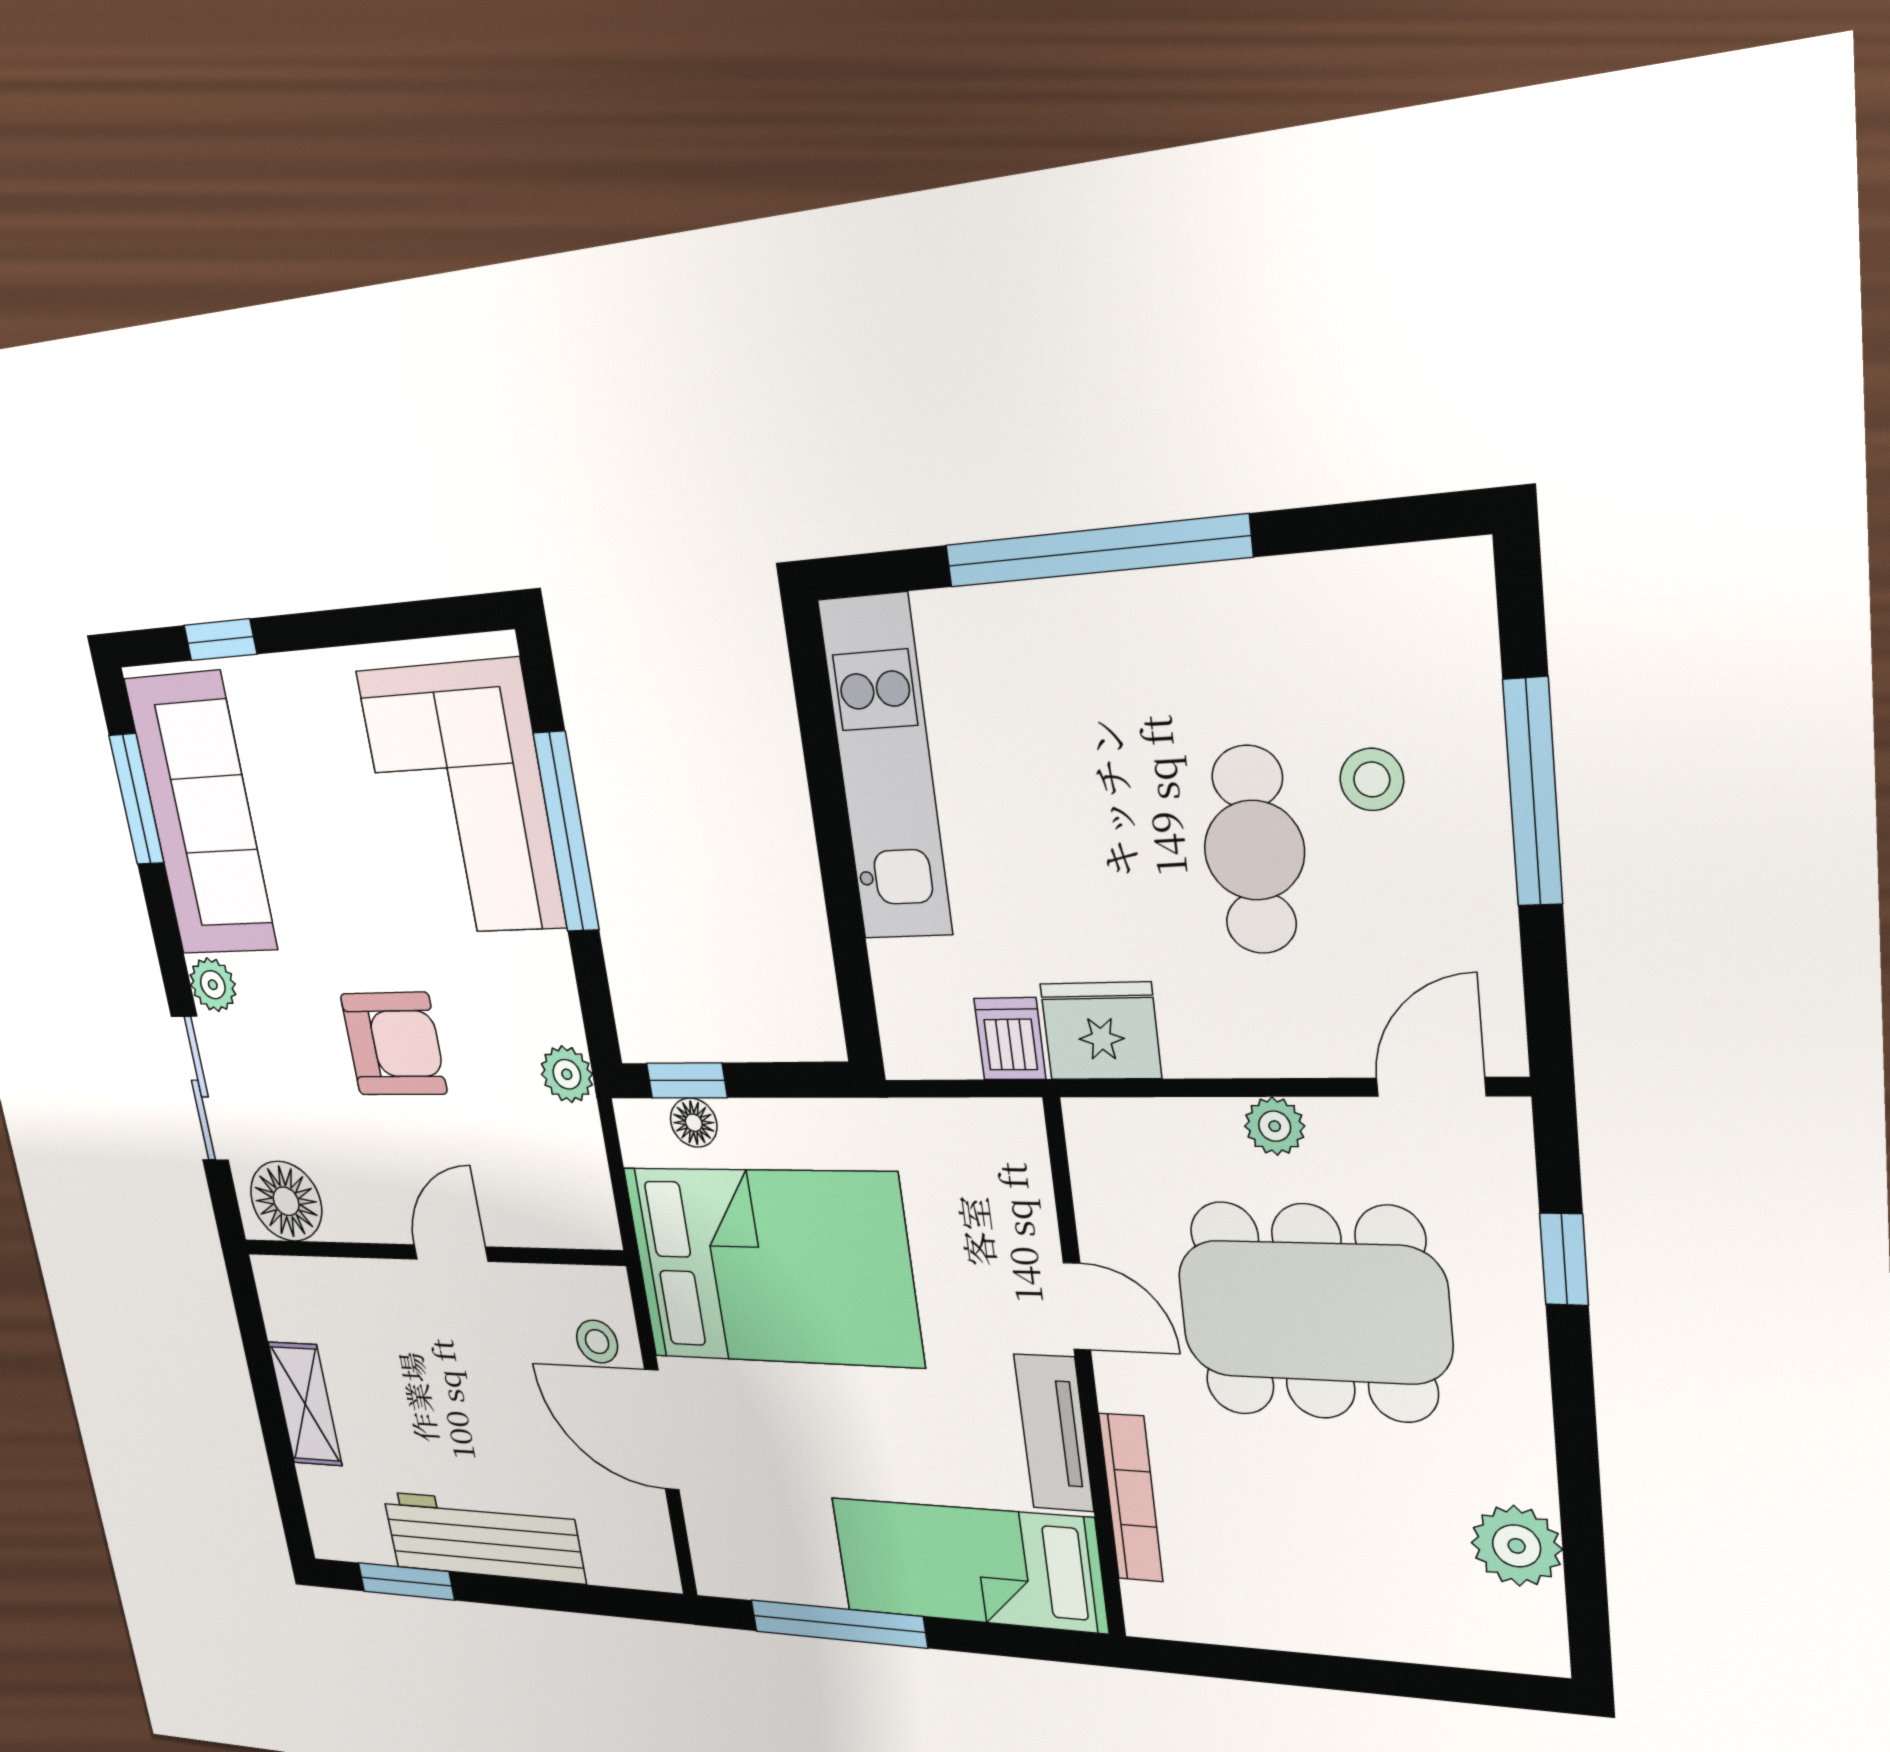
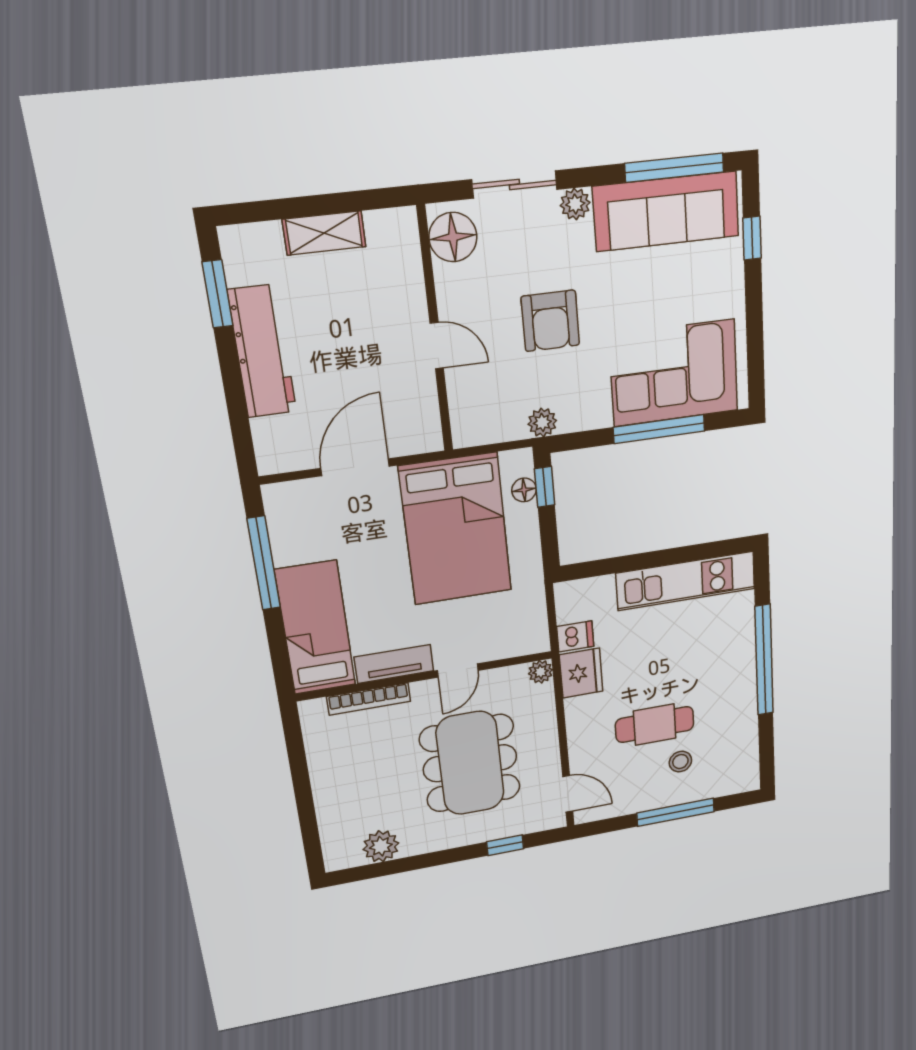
window: (137, 799) -> (674, 168), width x1.44
plant: (1275, 1126) -> (540, 672), moved
stool: (597, 1342) -> (399, 432), removed

